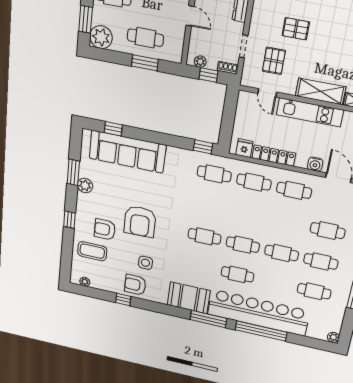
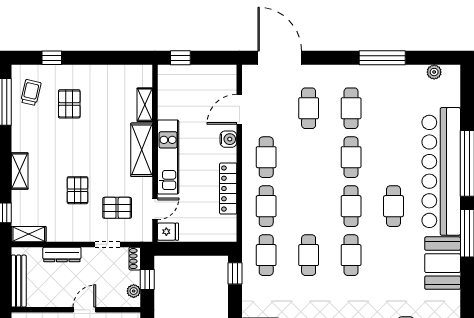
fridge: (244, 148) -> (168, 232), moved, turned 180
cafe table: (314, 291) -> (309, 255), moved
plant: (333, 337) -> (434, 72), moved

